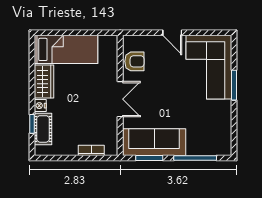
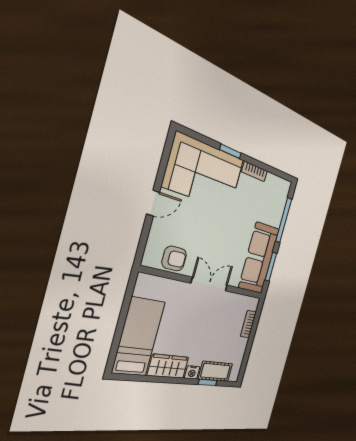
armchair: (134, 61) -> (174, 259), turned 90
window: (234, 85) -> (230, 151), width x0.67
bookcase: (227, 113) -> (254, 171), added

